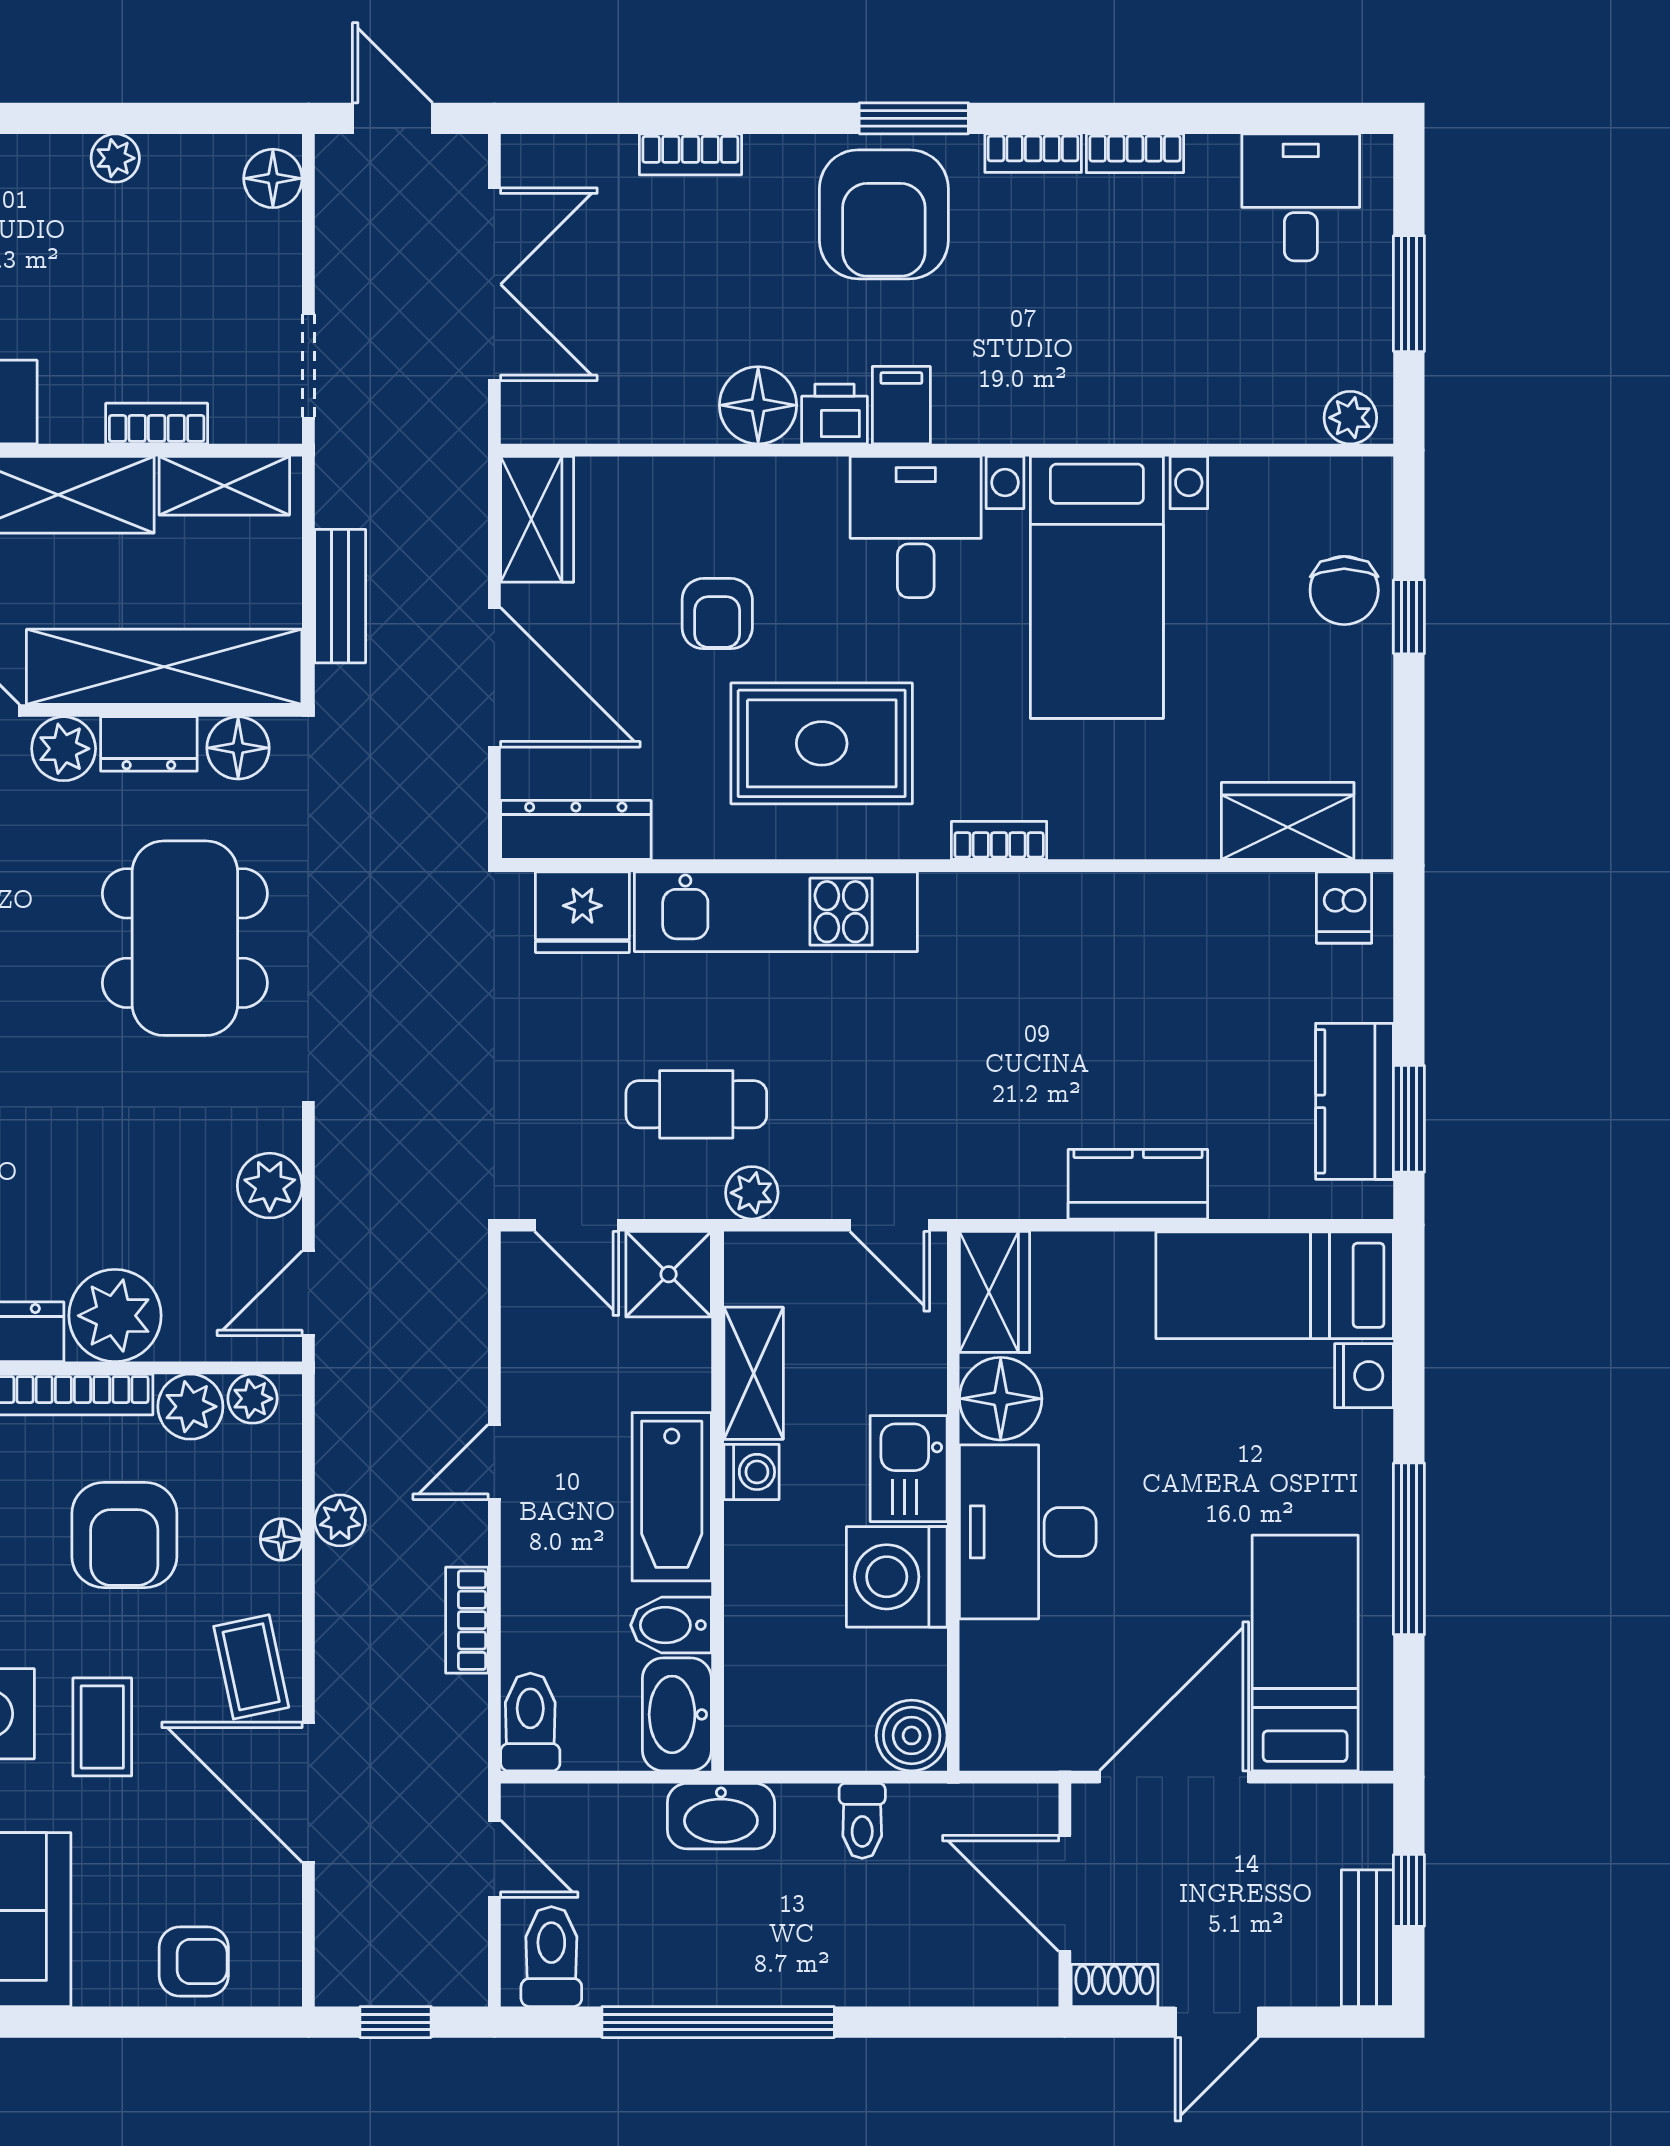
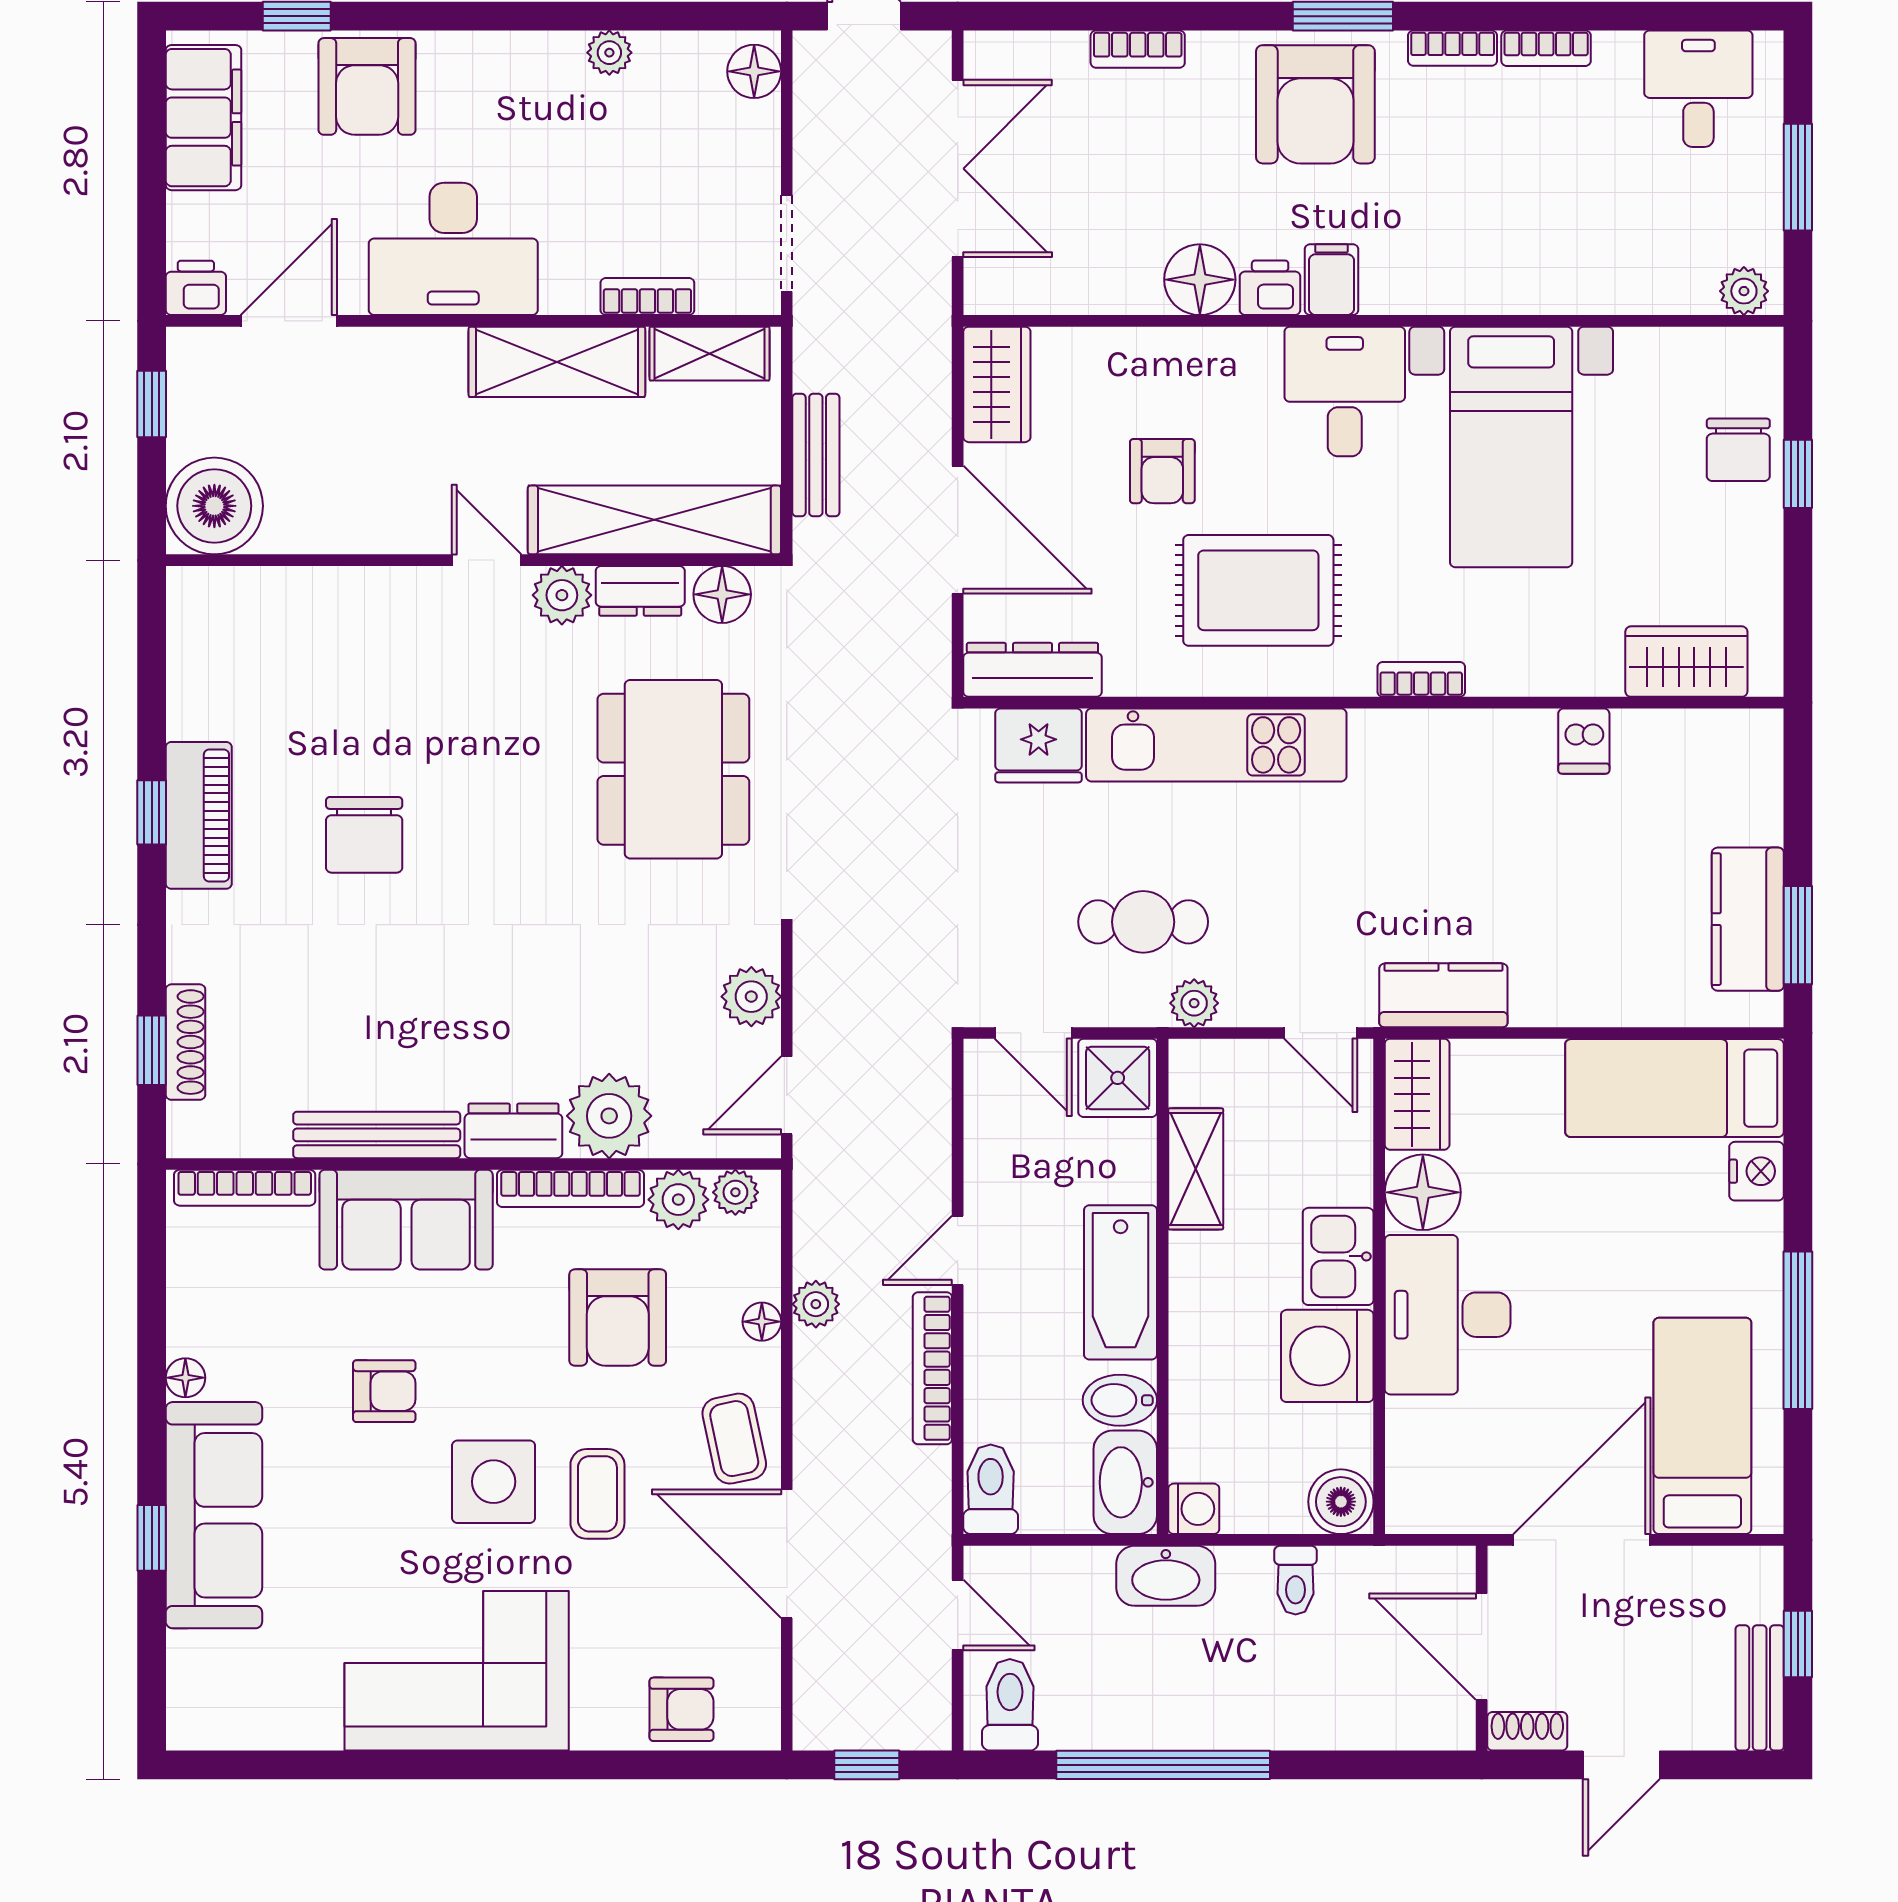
dishwasher: (1344, 907) -> (1584, 741), moved
kitchen counter: (1138, 1184) -> (1443, 995), moved
washing machine: (751, 1472) -> (1194, 1509), moved
bookcase: (467, 1620) -> (932, 1368), width x1.56

